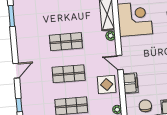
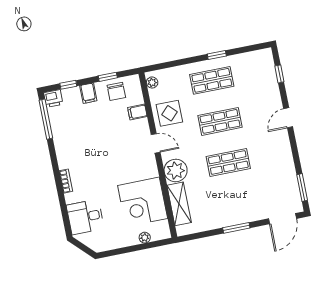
plant: (111, 36) -> (176, 170), width x1.88, depth x1.88
filing cabinet: (131, 83) -> (137, 112), width x0.50

